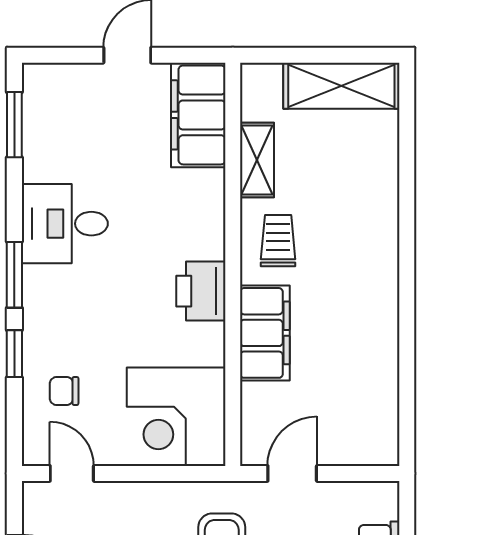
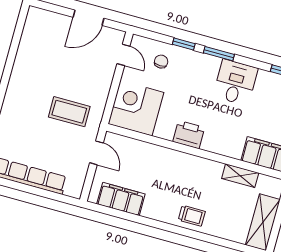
trolley: (278, 241) -> (192, 216), moved
filing cabinet: (265, 333) -> (121, 199), moved, turned 180
door: (72, 473) -> (123, 55), hinge flipped

